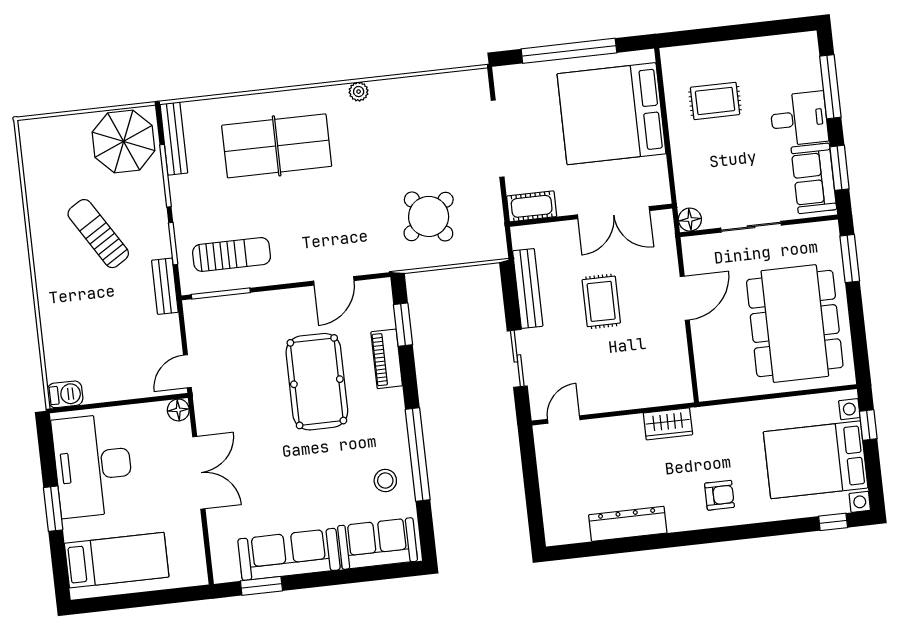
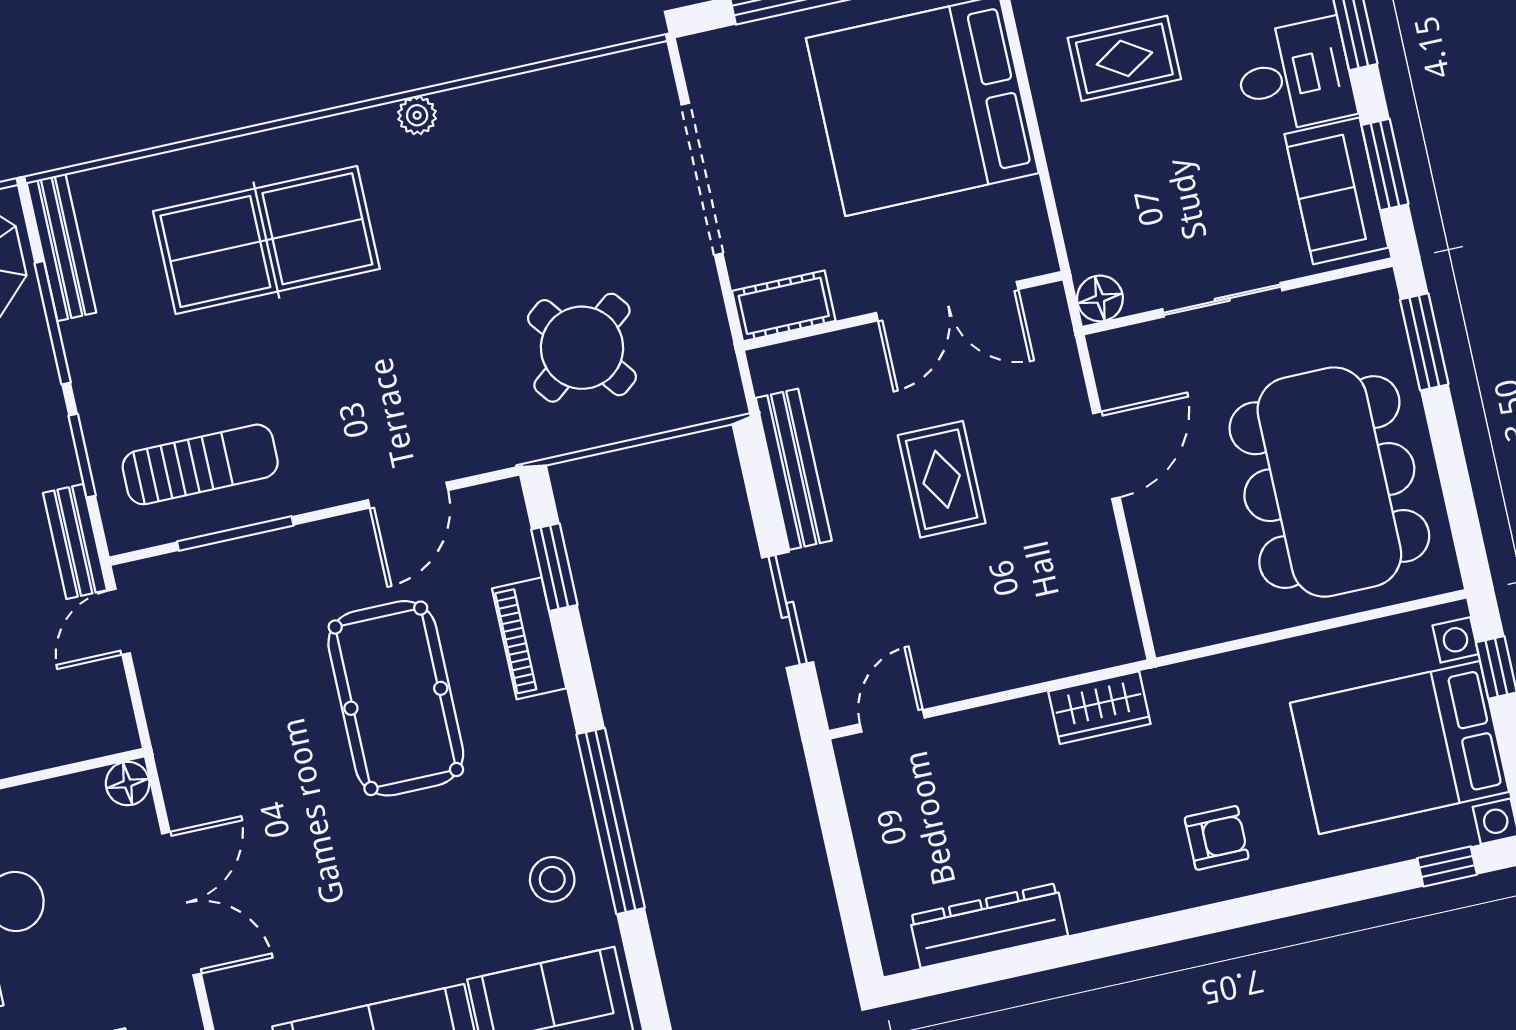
window: (221, 294) -> (235, 533), moved
door: (187, 371) -> (119, 622), moved
dresser: (628, 524) -> (989, 926), moved

